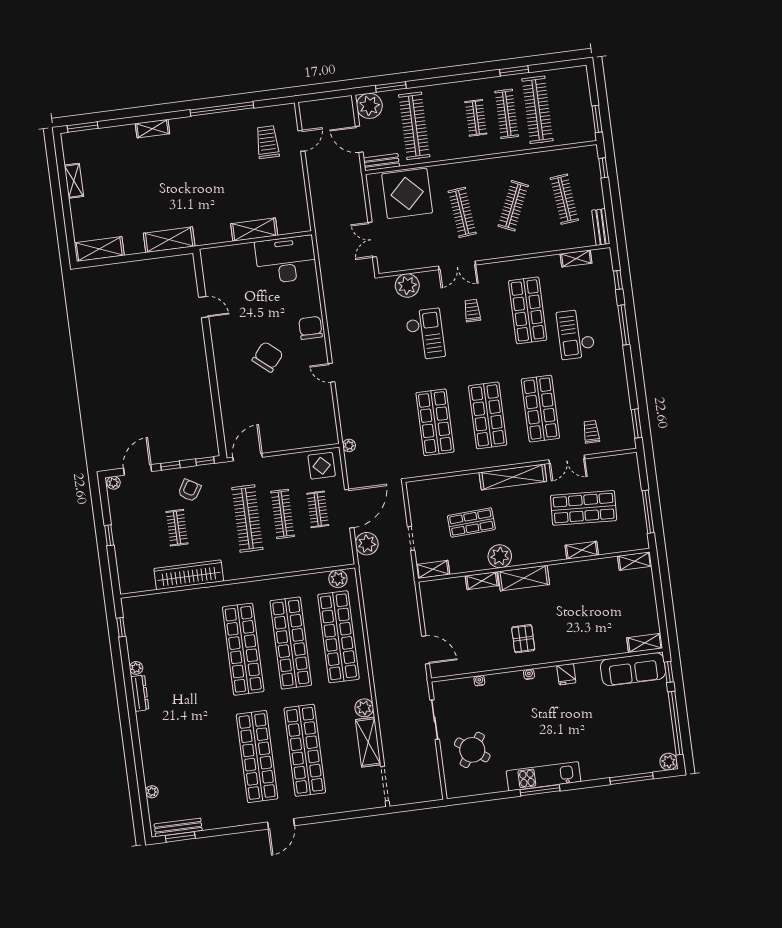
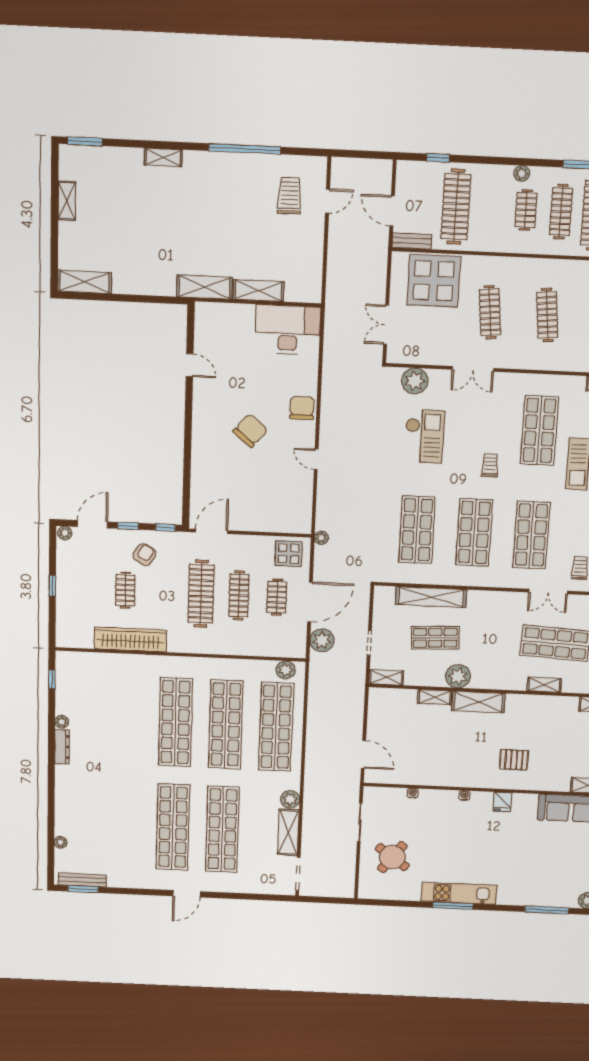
window: (391, 87) -> (438, 158), width x0.67
plant: (369, 106) -> (522, 173), moved, width x0.53, depth x0.53
clothes rail: (513, 206) -> (547, 315), turned -30
shelving: (169, 240) -> (204, 287), moved
trolley: (472, 311) -> (490, 465), moved
shelving: (513, 477) -> (431, 597), moved
pallet: (523, 639) -> (514, 760), moved, turned 90

